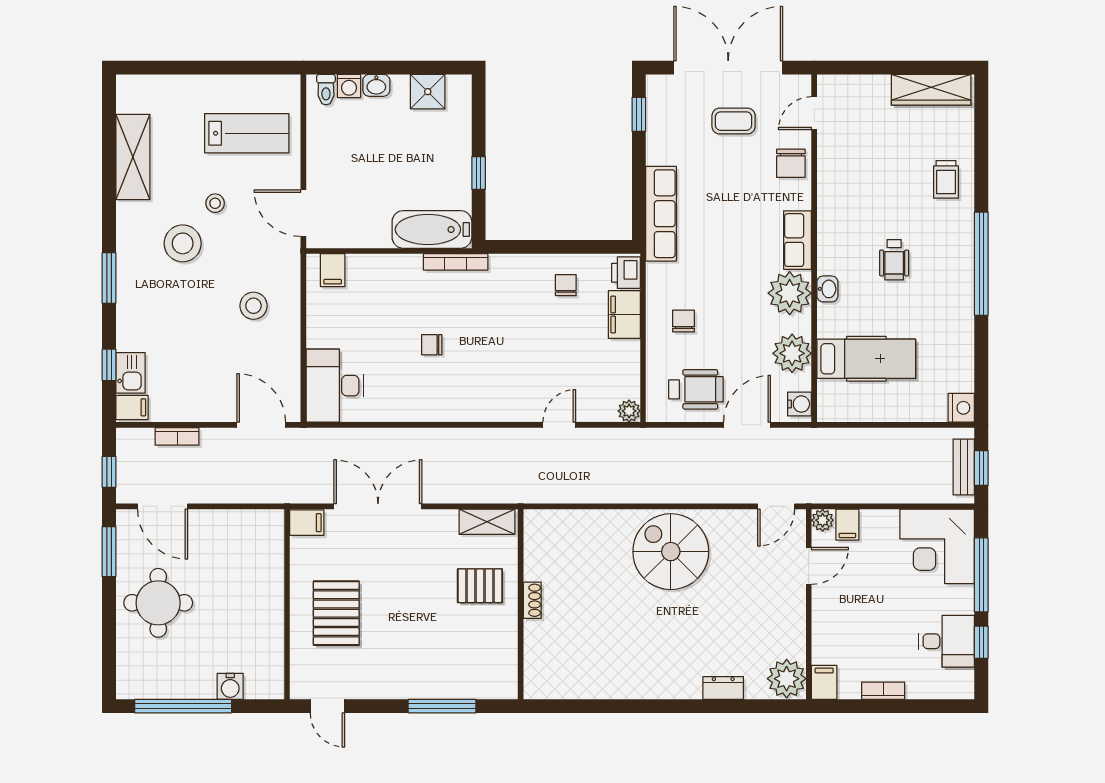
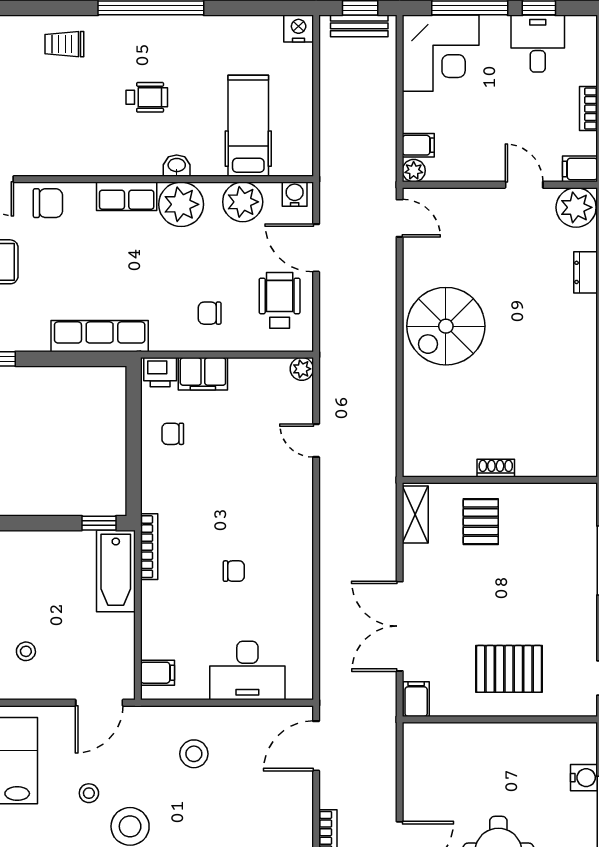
stool: (353, 142) -> (26, 651), added
window: (479, 173) -> (99, 523), moved
trolley: (946, 179) -> (64, 44), turned 180
chair: (432, 345) -> (234, 571), turned -90
desk: (335, 386) -> (247, 670), moved
door: (809, 566) -> (524, 185), moved

